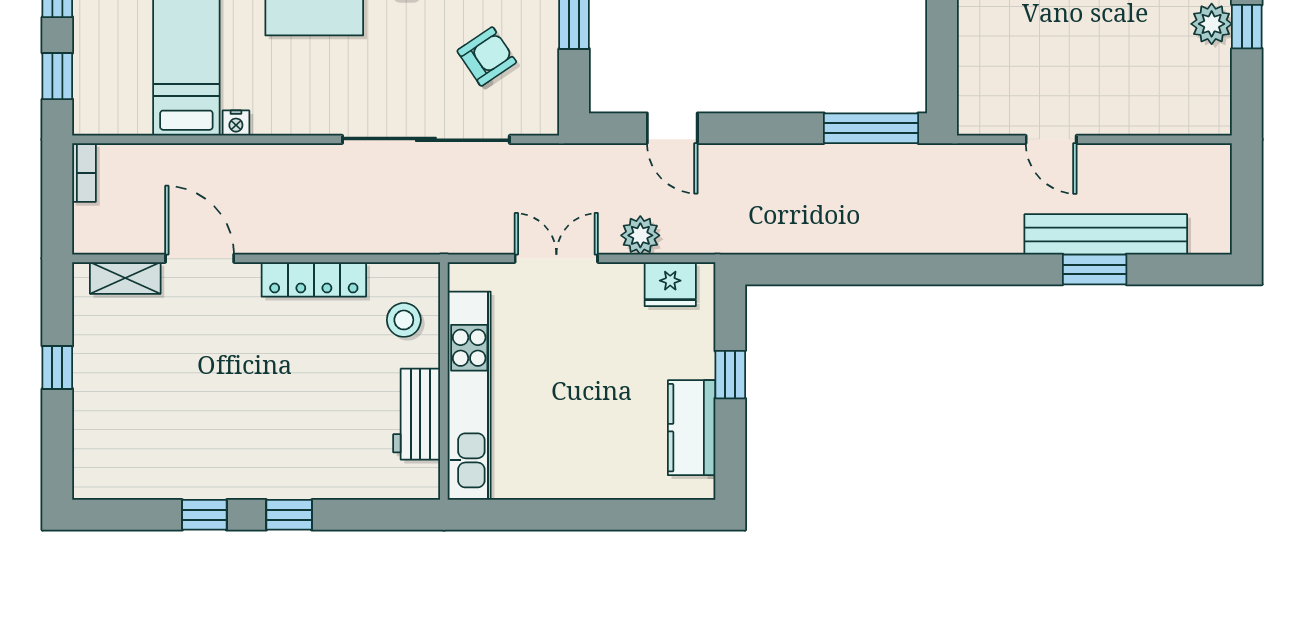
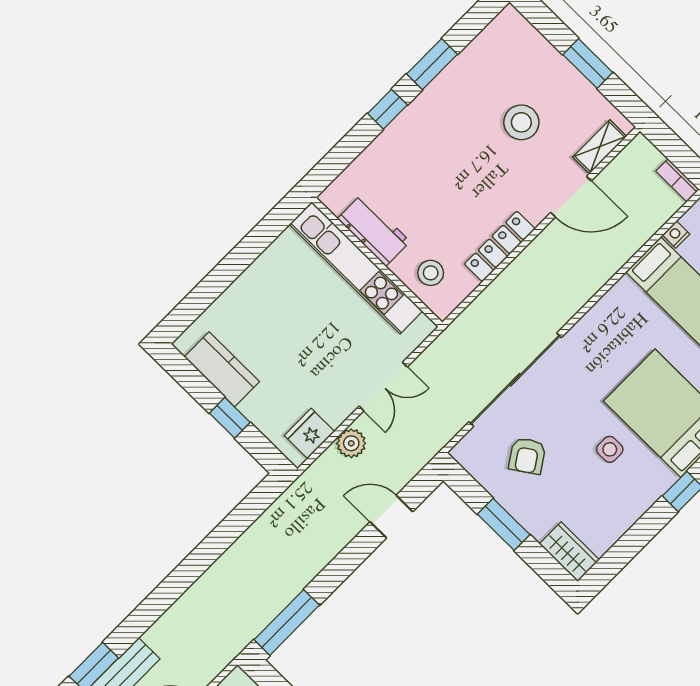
nightstand: (236, 123) -> (676, 235), moved
window: (57, 367) -> (588, 64), width x1.50
stool: (176, 375) -> (521, 122), added
window: (204, 515) -> (432, 64), width x1.50

